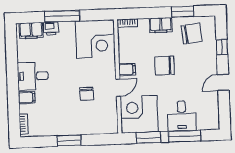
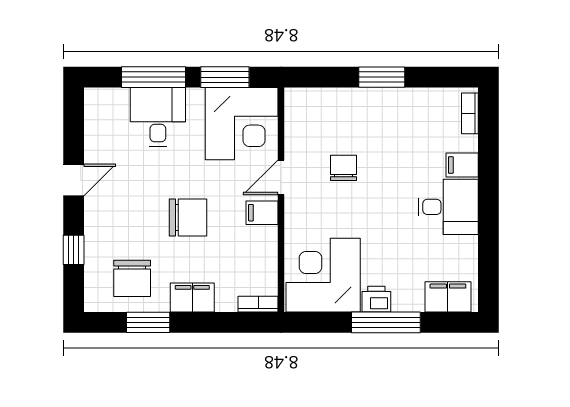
printer: (51, 28) -> (376, 299), moved
chair: (192, 34) -> (132, 278), turned -84

